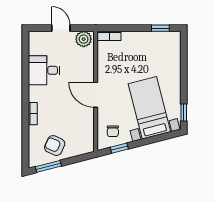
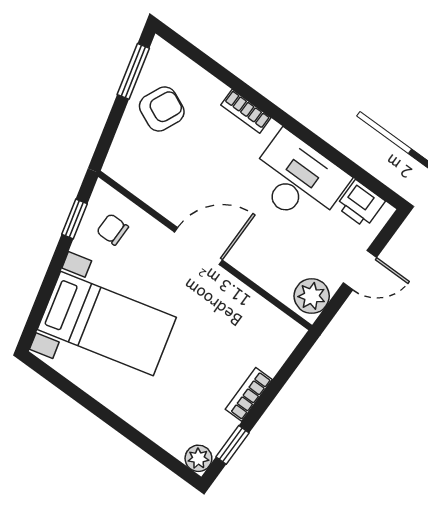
bookcase: (109, 36) -> (249, 394), moved
plant: (175, 37) -> (198, 458), added
printer: (36, 46) -> (361, 204), added
desk: (44, 70) -> (298, 180), width x1.37
window: (184, 112) -> (55, 378), removed

